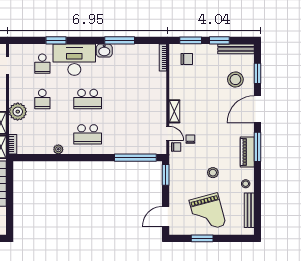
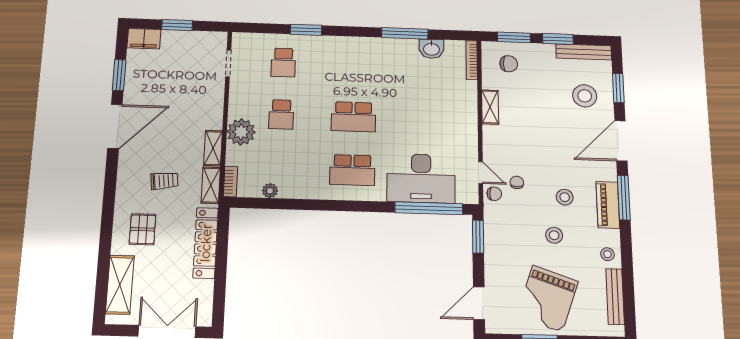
washbasin: (104, 51) -> (431, 49), moved
desk: (74, 60) -> (421, 178), moved, turned 180
shelving: (174, 111) -> (490, 107), moved
stool: (220, 148) -> (565, 197), added
plant: (58, 149) -> (270, 191), moved
grand piano: (208, 213) -> (547, 299), turned 34

